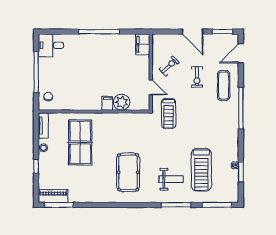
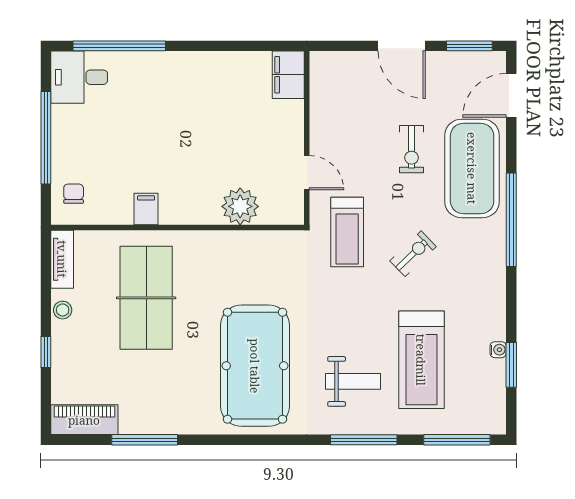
window: (99, 32) -> (119, 46), moved
exercise bike: (169, 66) -> (413, 254), moved
exercise mat: (224, 86) -> (472, 168), width x2.00, depth x1.45
filing cabinet: (107, 103) -> (146, 209), moved
pool table: (128, 172) -> (255, 366), width x1.36, depth x1.32
window: (59, 205) -> (145, 440), moved

